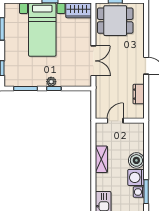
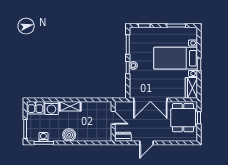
double door: (93, 61) -> (150, 100), width x1.37
door: (115, 121) -> (113, 118), moved
wall: (120, 121) -> (113, 121), moved
washing machine: (136, 177) -> (51, 108), moved, turned 180

